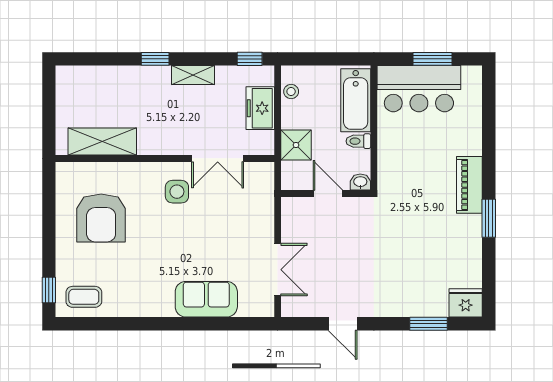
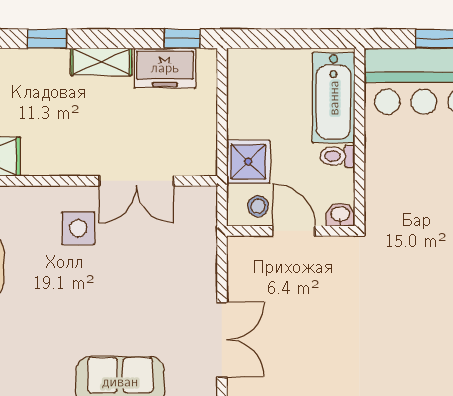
stool: (291, 92) -> (258, 206), moved
freezer: (260, 108) -> (165, 68), moved, turned -90

